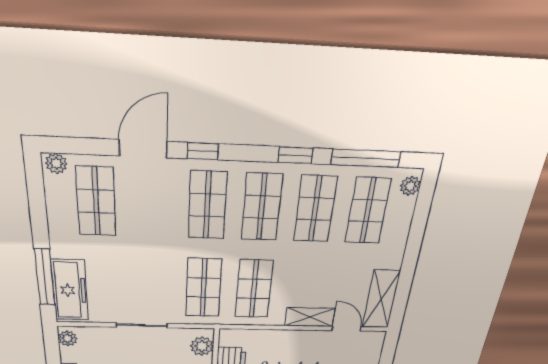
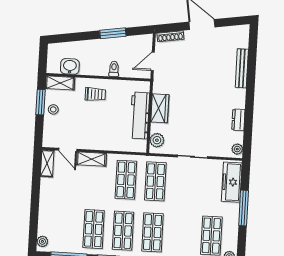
shop shelf: (368, 211) -> (64, 227), removed
window: (45, 277) -> (244, 208), moved
shelving: (381, 299) -> (47, 163), width x0.67, depth x0.75

